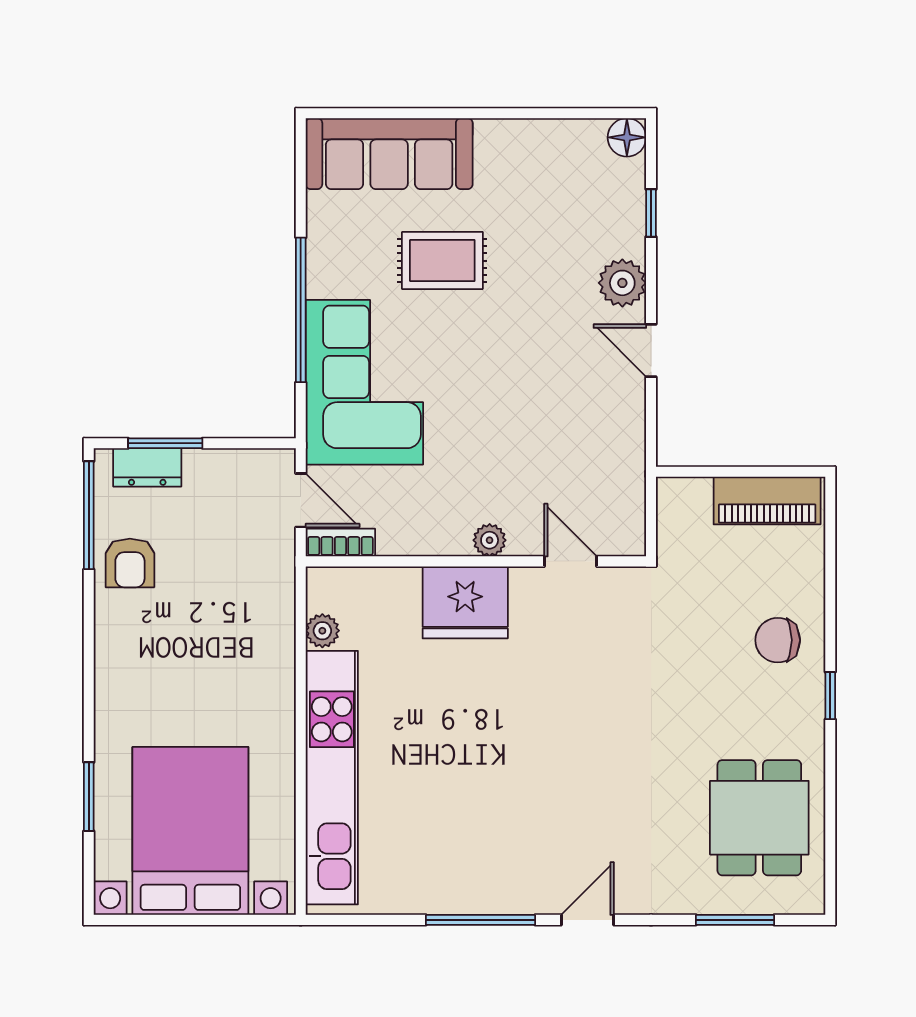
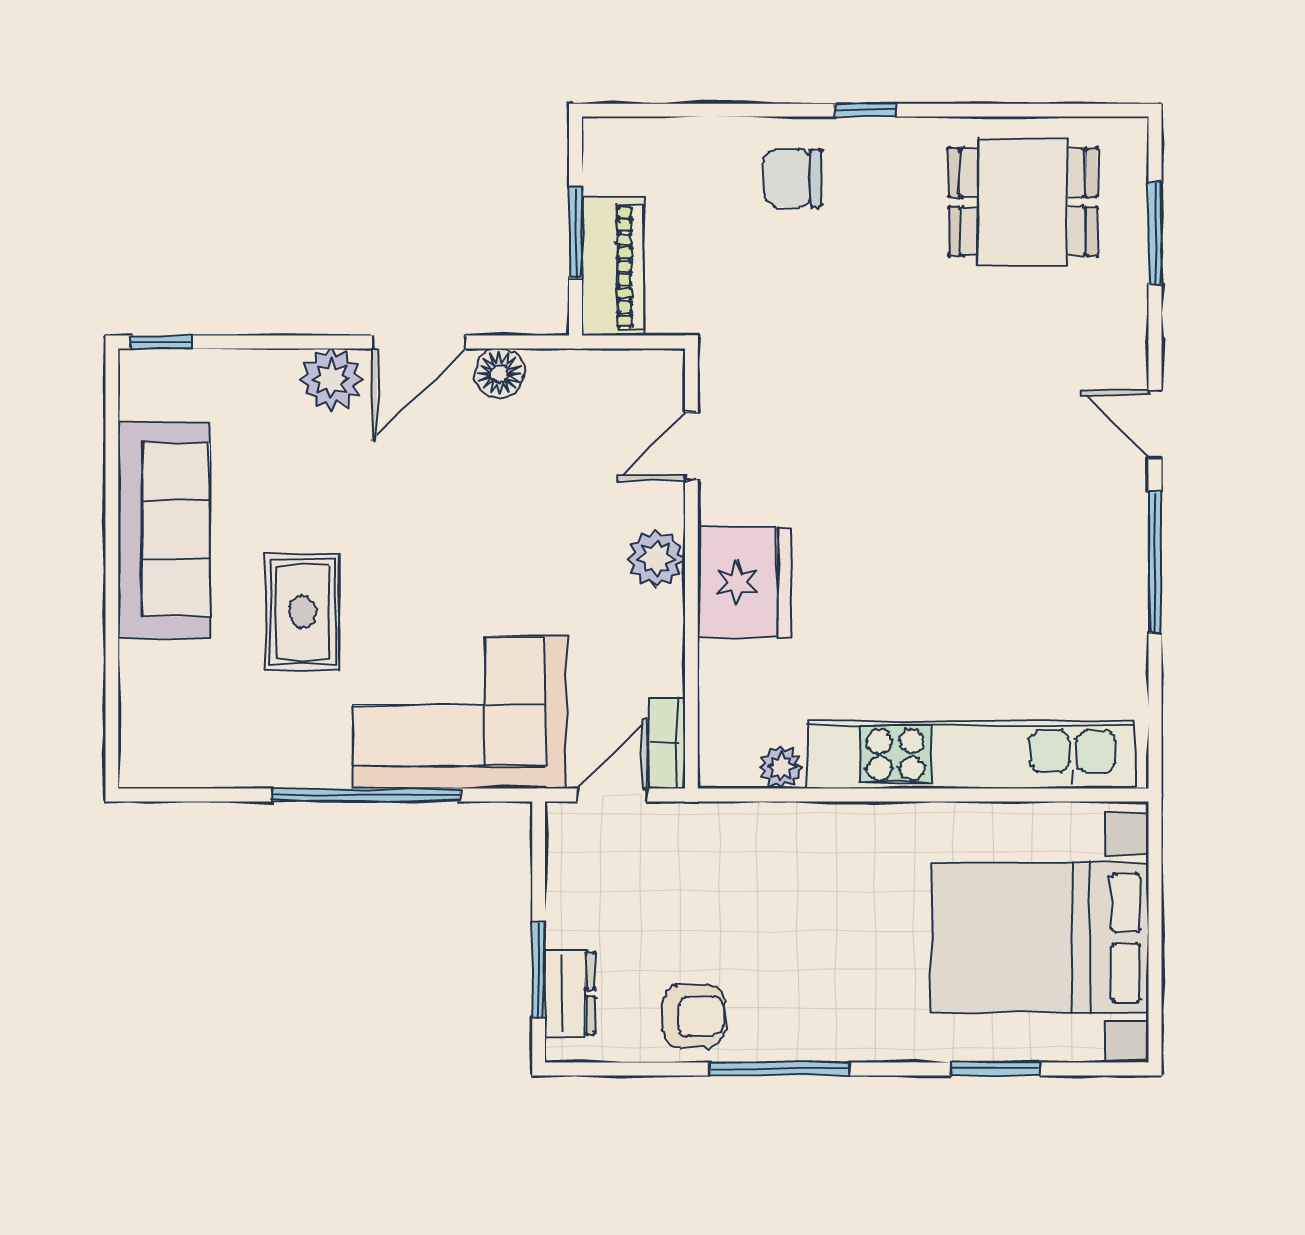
floor lamp: (627, 137) -> (499, 373), moved
sofa: (389, 154) -> (164, 530), moved
window: (651, 213) -> (162, 342), moved
door: (651, 351) -> (419, 342), width x1.38
window: (735, 472) -> (575, 233), added
piano: (767, 501) -> (613, 266), moved
window: (89, 515) -> (780, 1069), moved
plant: (490, 540) -> (656, 559), width x1.38, depth x1.38
chair: (778, 640) -> (793, 178), turned 90

